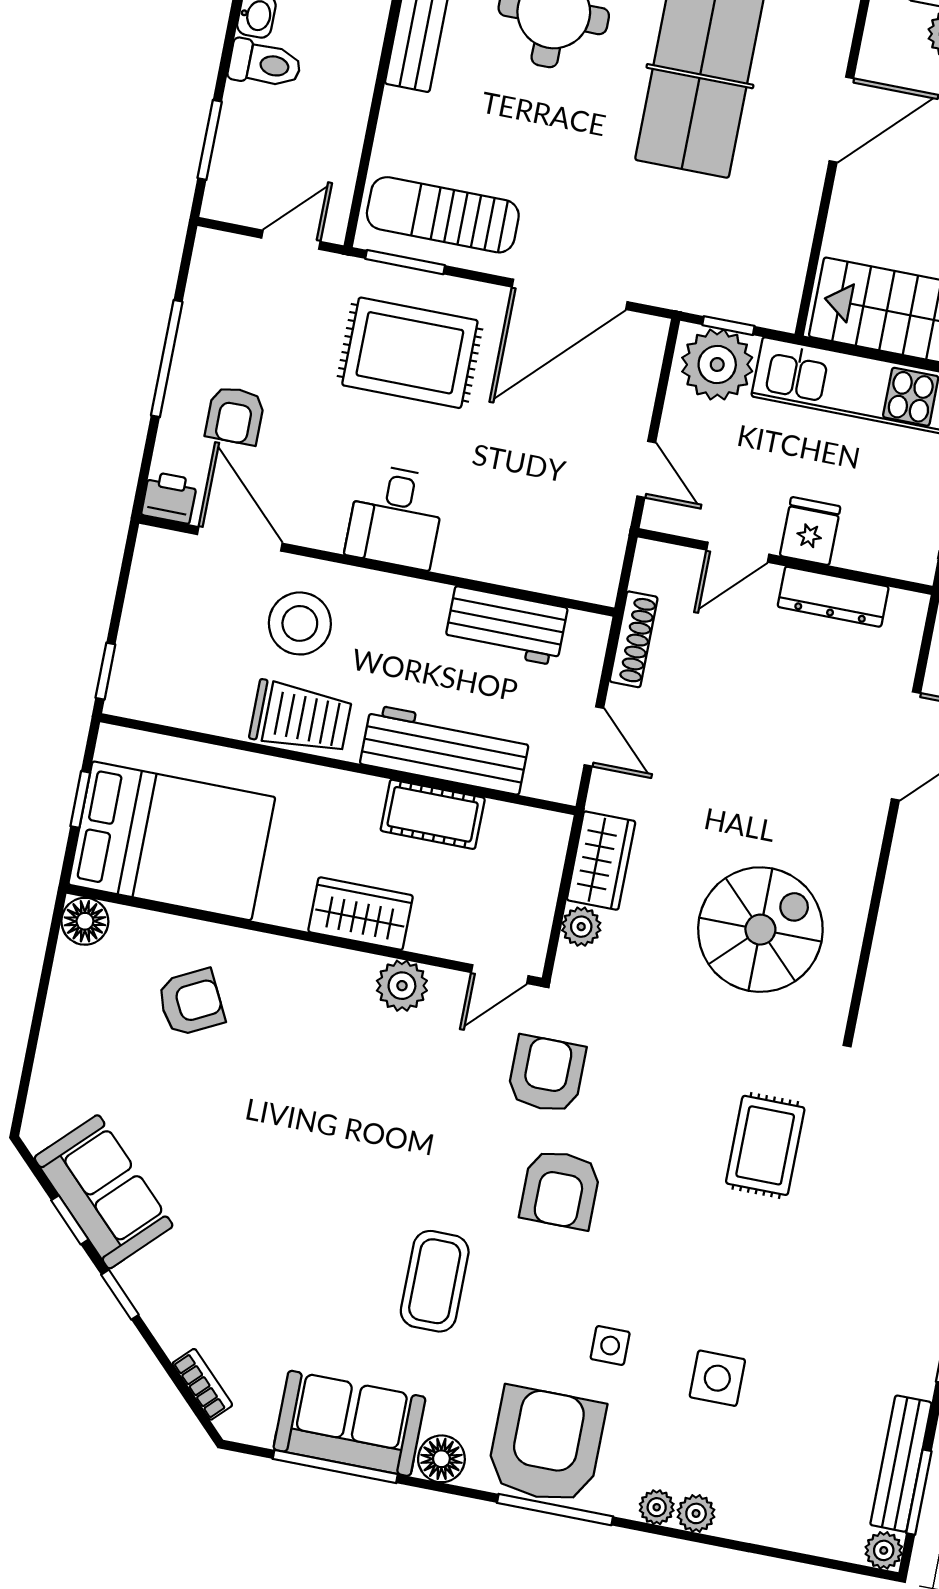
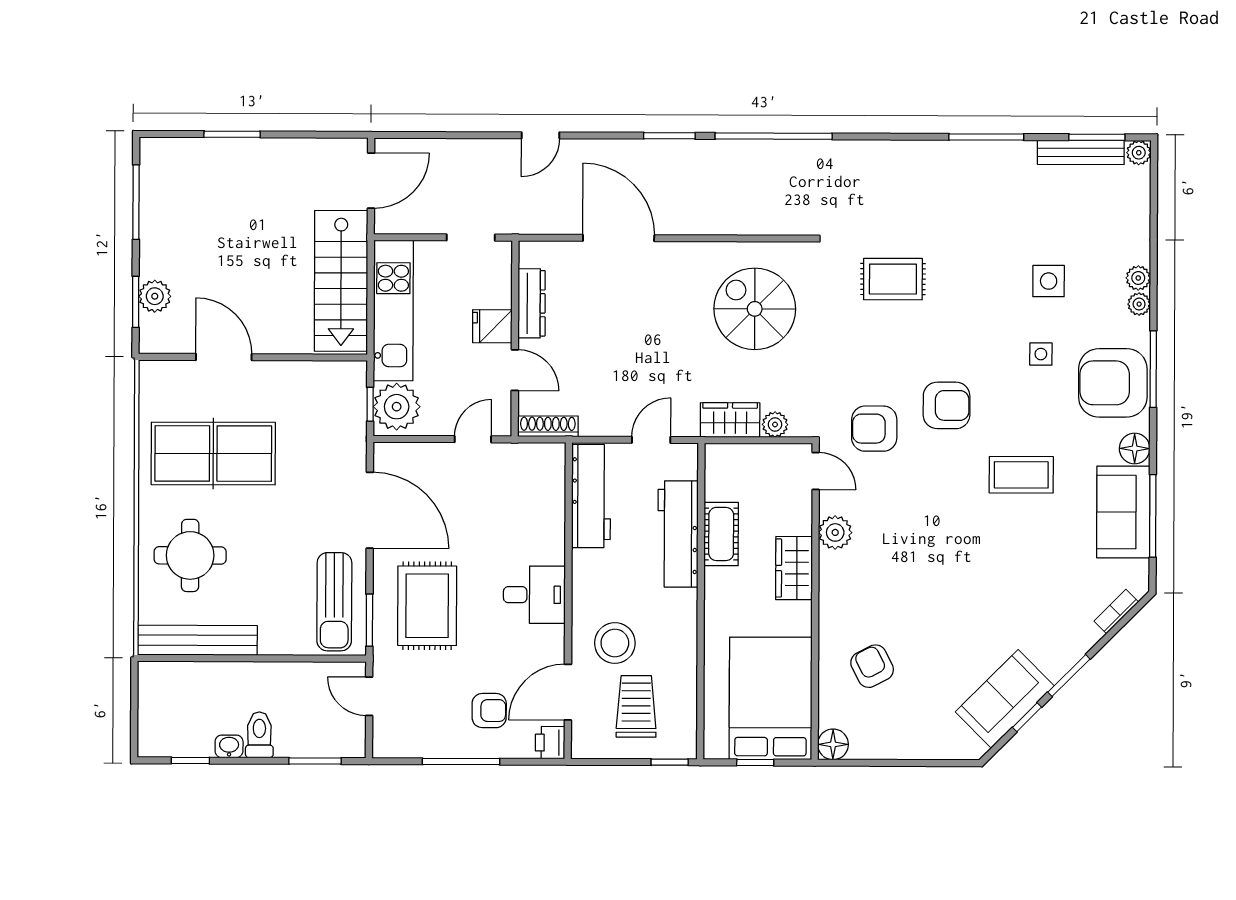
workbench: (506, 626) -> (591, 496), width x1.38
shoe rack: (634, 639) -> (548, 426), moved
trolley: (301, 718) -> (636, 706), moved
window: (120, 1295) -> (1069, 676), width x1.50

